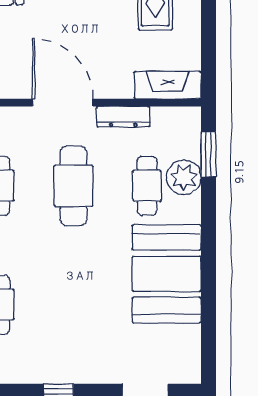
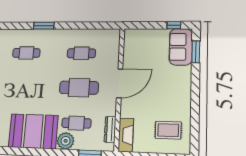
dresser: (123, 117) -> (110, 129), moved
plant: (184, 177) -> (66, 141), moved

